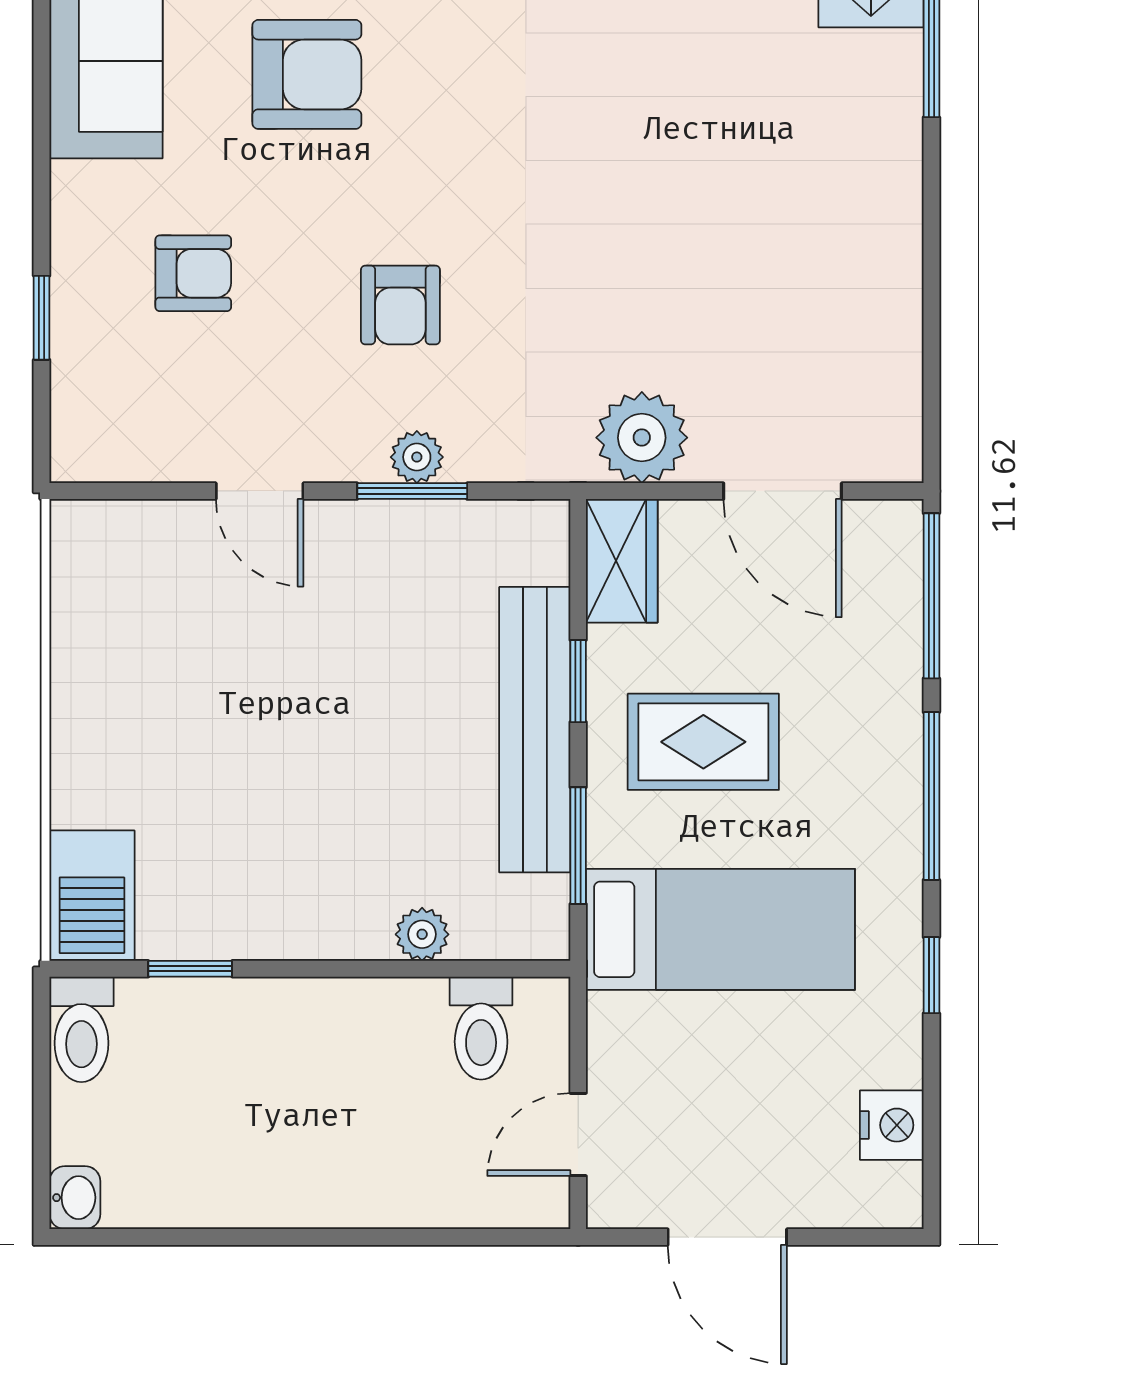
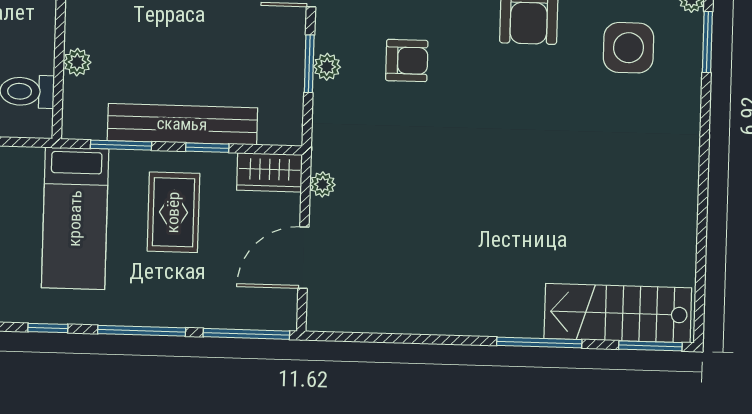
armchair: (400, 305) -> (407, 61), turned 180
plant: (642, 438) -> (323, 184), width x0.53, depth x0.53

